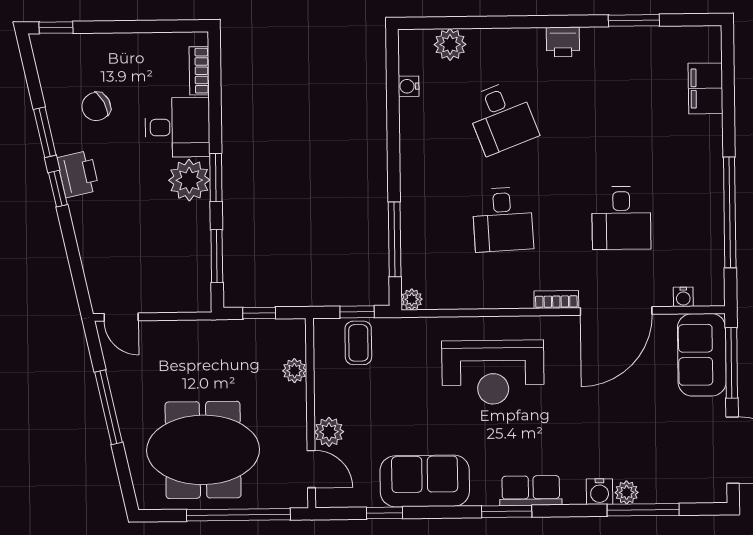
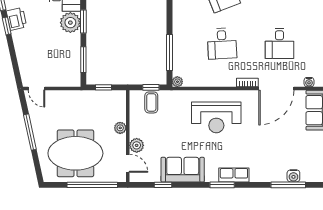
plant: (294, 371) -> (120, 128), moved
water cooler: (600, 492) -> (293, 176), moved
plant: (627, 492) -> (280, 176), removed

